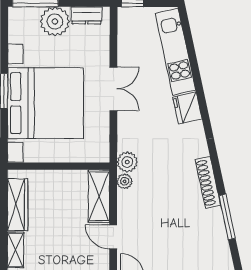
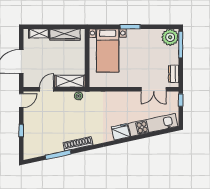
plant: (55, 21) -> (170, 37), moved
double door: (113, 89) -> (154, 89), moved
bed with nightstands: (46, 103) -> (108, 50), width x0.54
plant: (127, 162) -> (90, 97), removed

